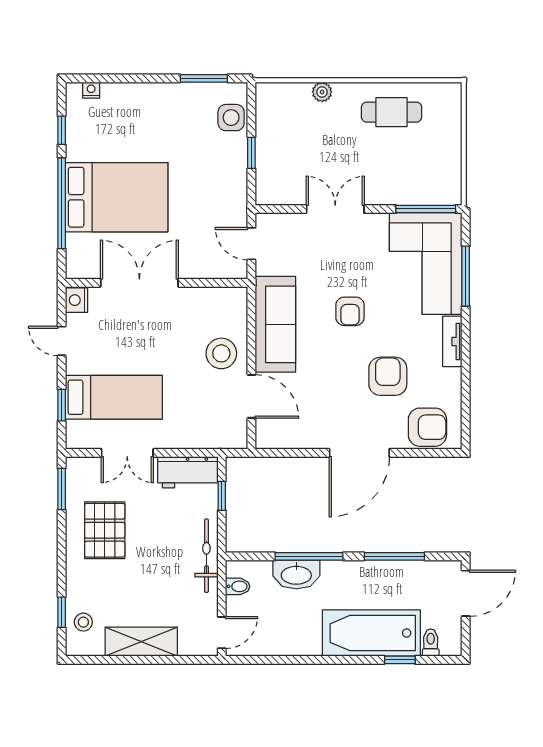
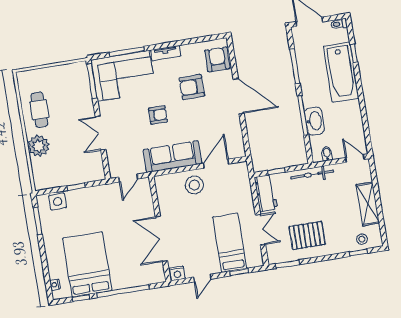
plant: (322, 92) -> (39, 146), width x1.87, depth x1.87
bed: (117, 197) -> (87, 264), moved
toilet: (431, 643) -> (339, 24), moved

